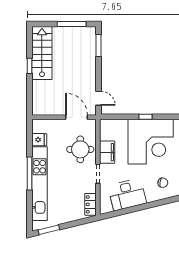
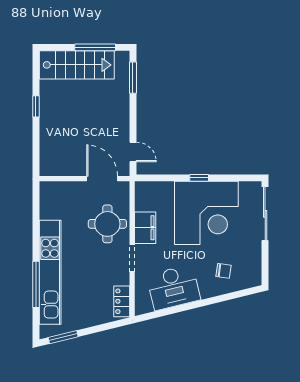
stairs: (42, 53) -> (77, 65), moved, turned 90
fridge: (39, 140) -> (50, 210), removed
window: (30, 173) -> (36, 284), moved

